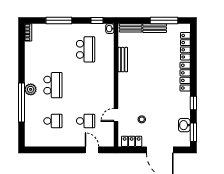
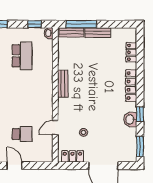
window: (164, 20) -> (81, 24), moved
locker: (185, 46) -> (131, 52), width x0.66
bench: (123, 60) -> (63, 84), moved
washbasin: (184, 125) -> (130, 120), moved
door: (92, 150) -> (15, 166), moved

